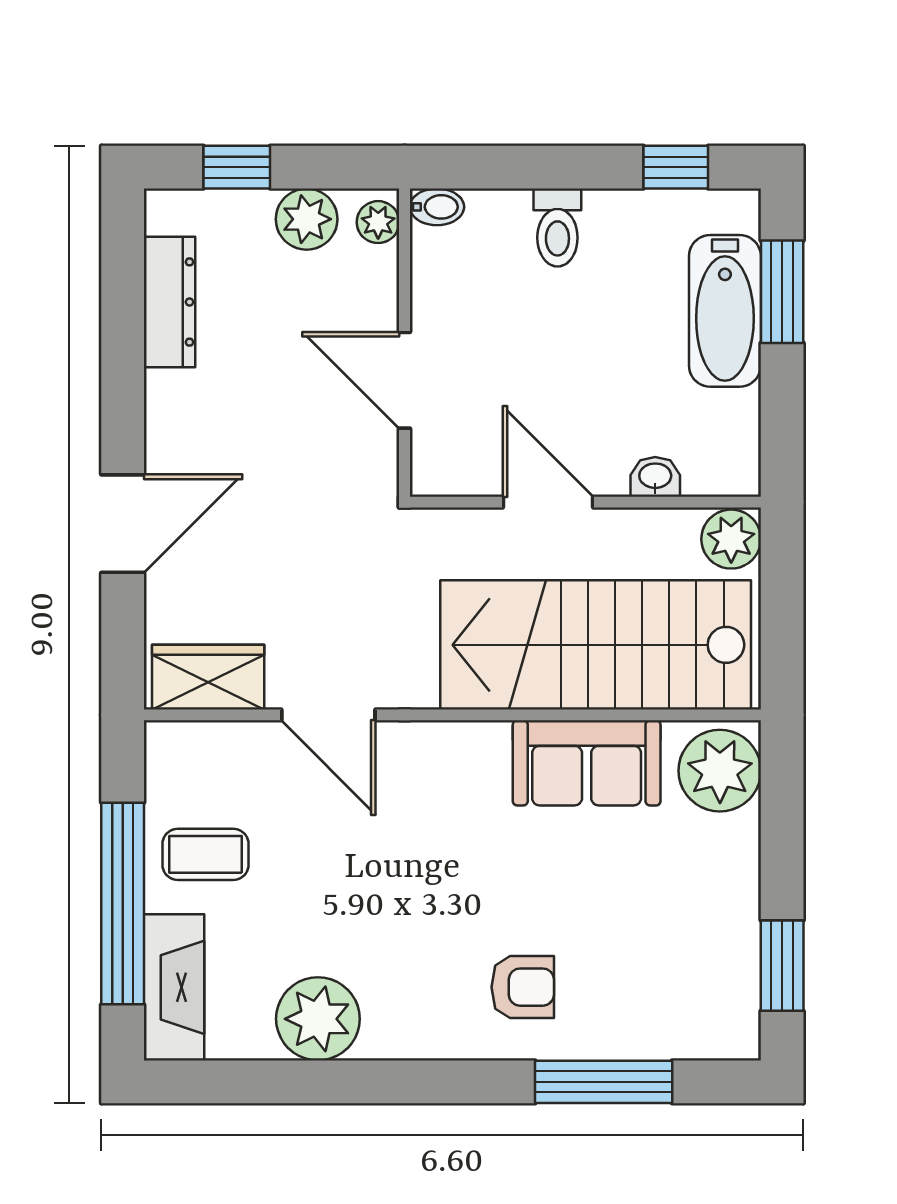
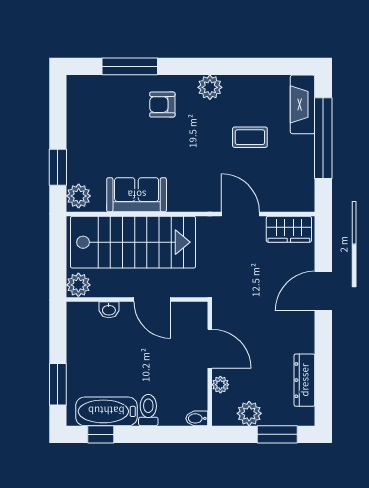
window: (237, 167) -> (277, 434), width x1.50
plant: (378, 222) -> (220, 385), moved
bathtub: (725, 311) -> (106, 411), moved, turned -90
plant: (720, 771) -> (79, 196), width x0.73, depth x0.73
coffee table: (206, 854) -> (250, 137), moved
window: (782, 966) -> (58, 167), moved
plant: (318, 1019) -> (210, 87), moved, width x0.73, depth x0.73

